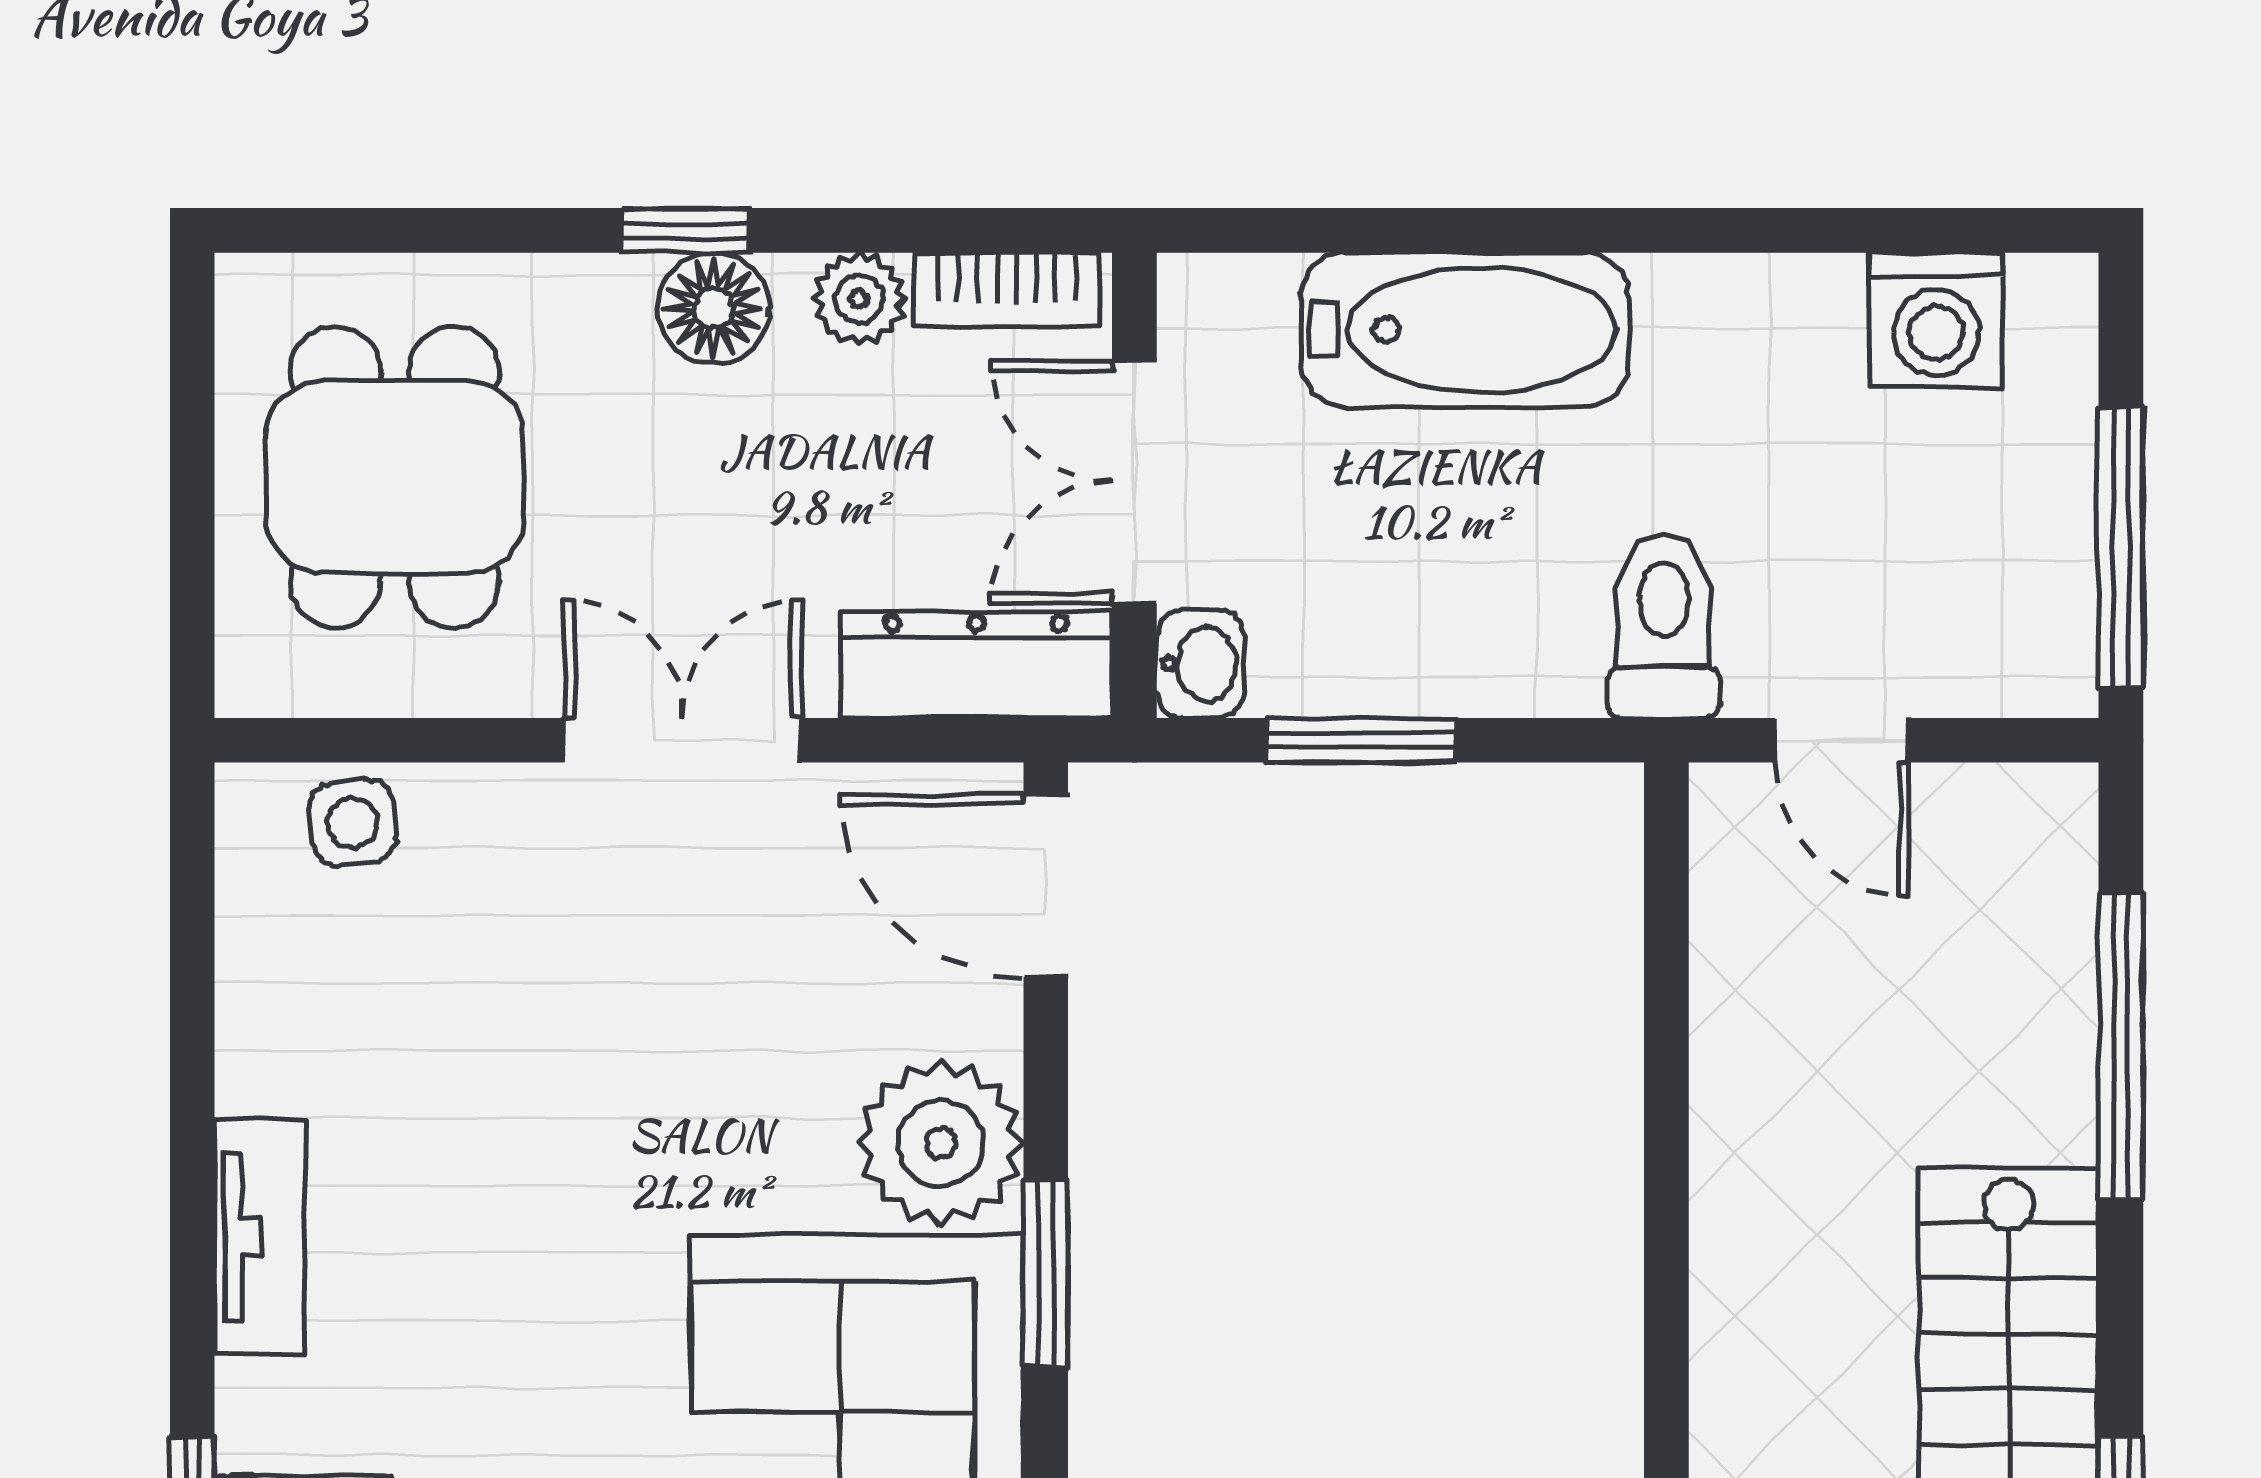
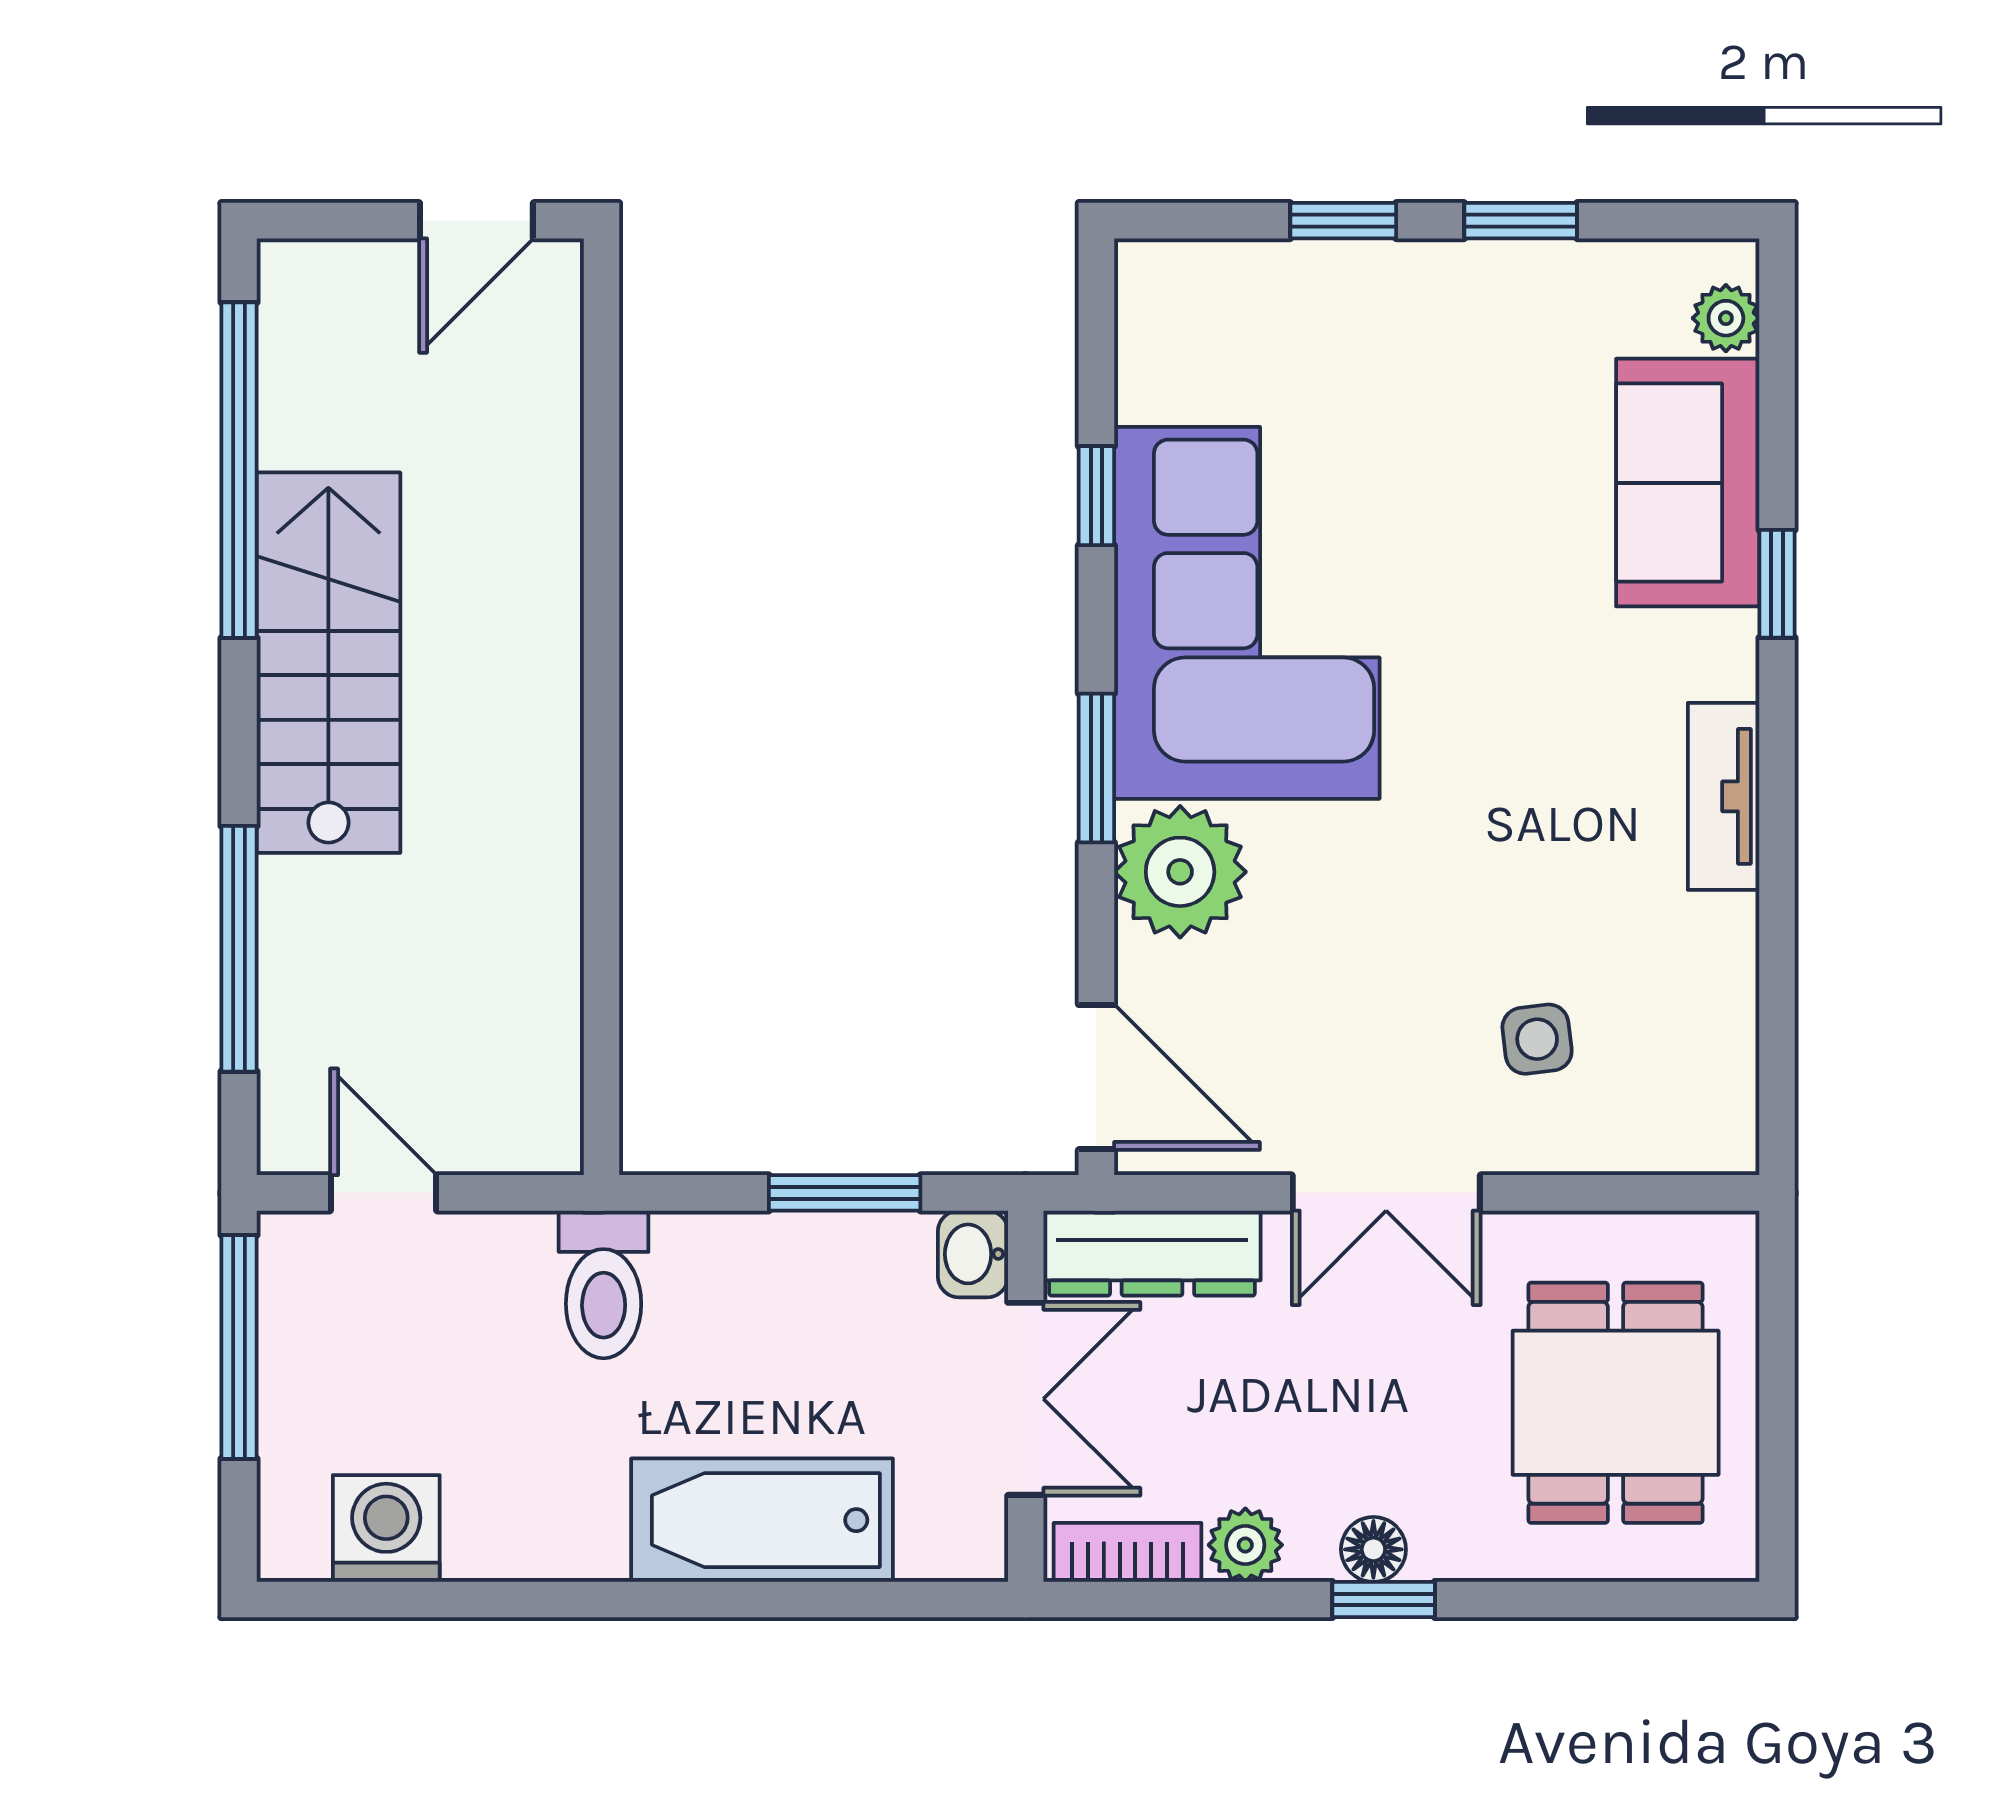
floor lamp: (713, 308) -> (1373, 1549), width x0.73, depth x0.73
door: (1842, 740) -> (383, 1193), moved
side table: (353, 823) -> (1537, 1039), moved

